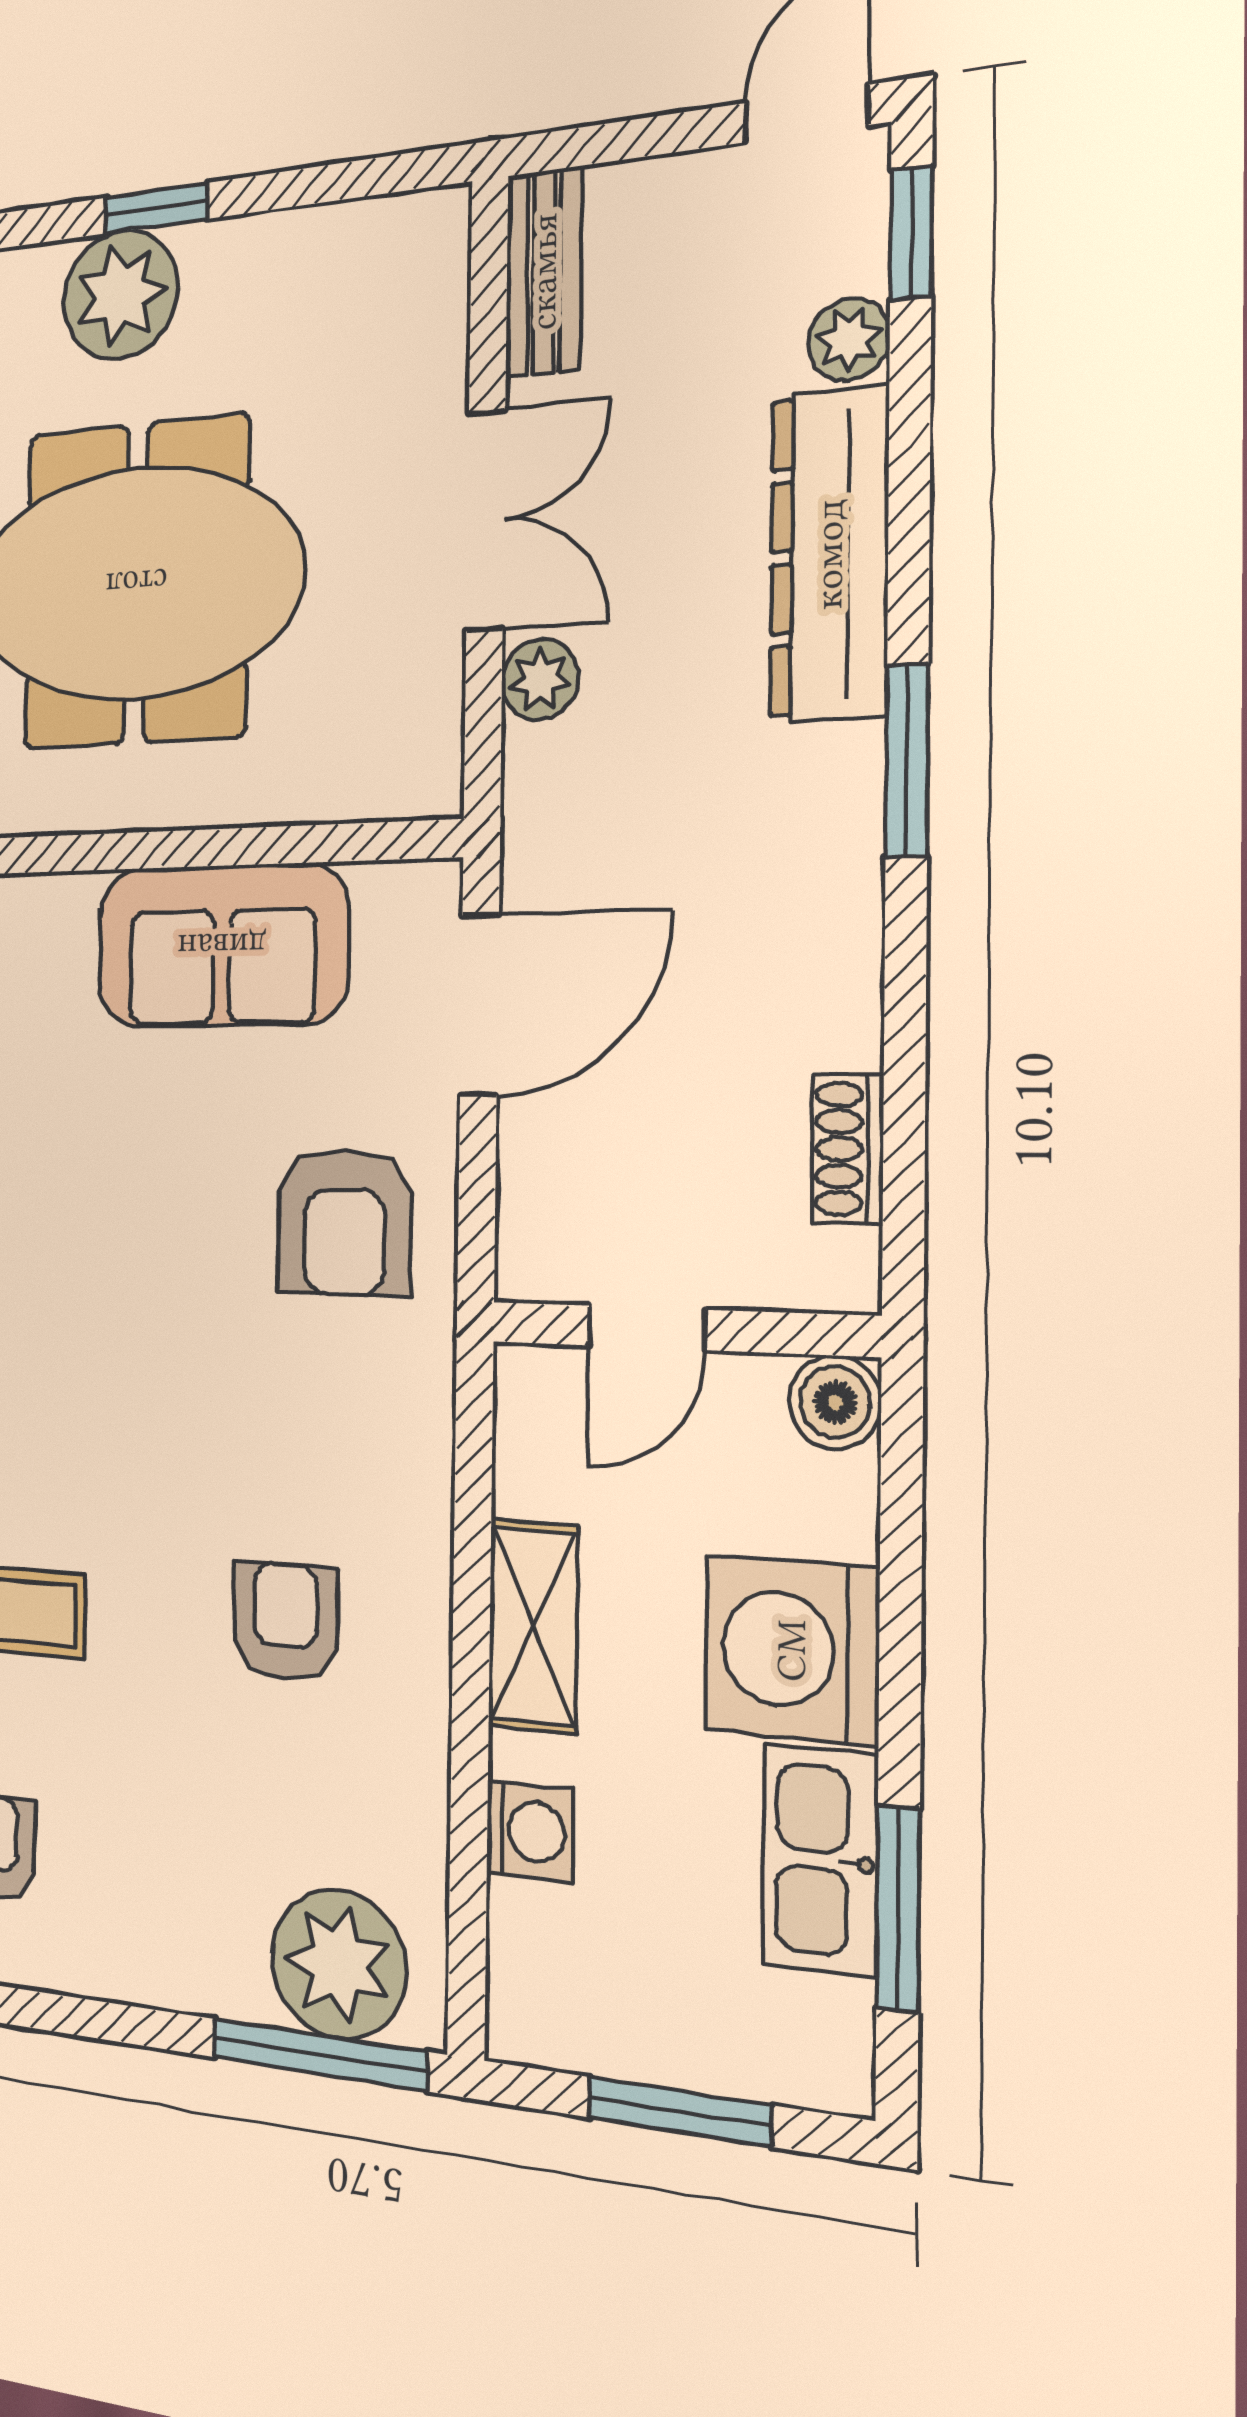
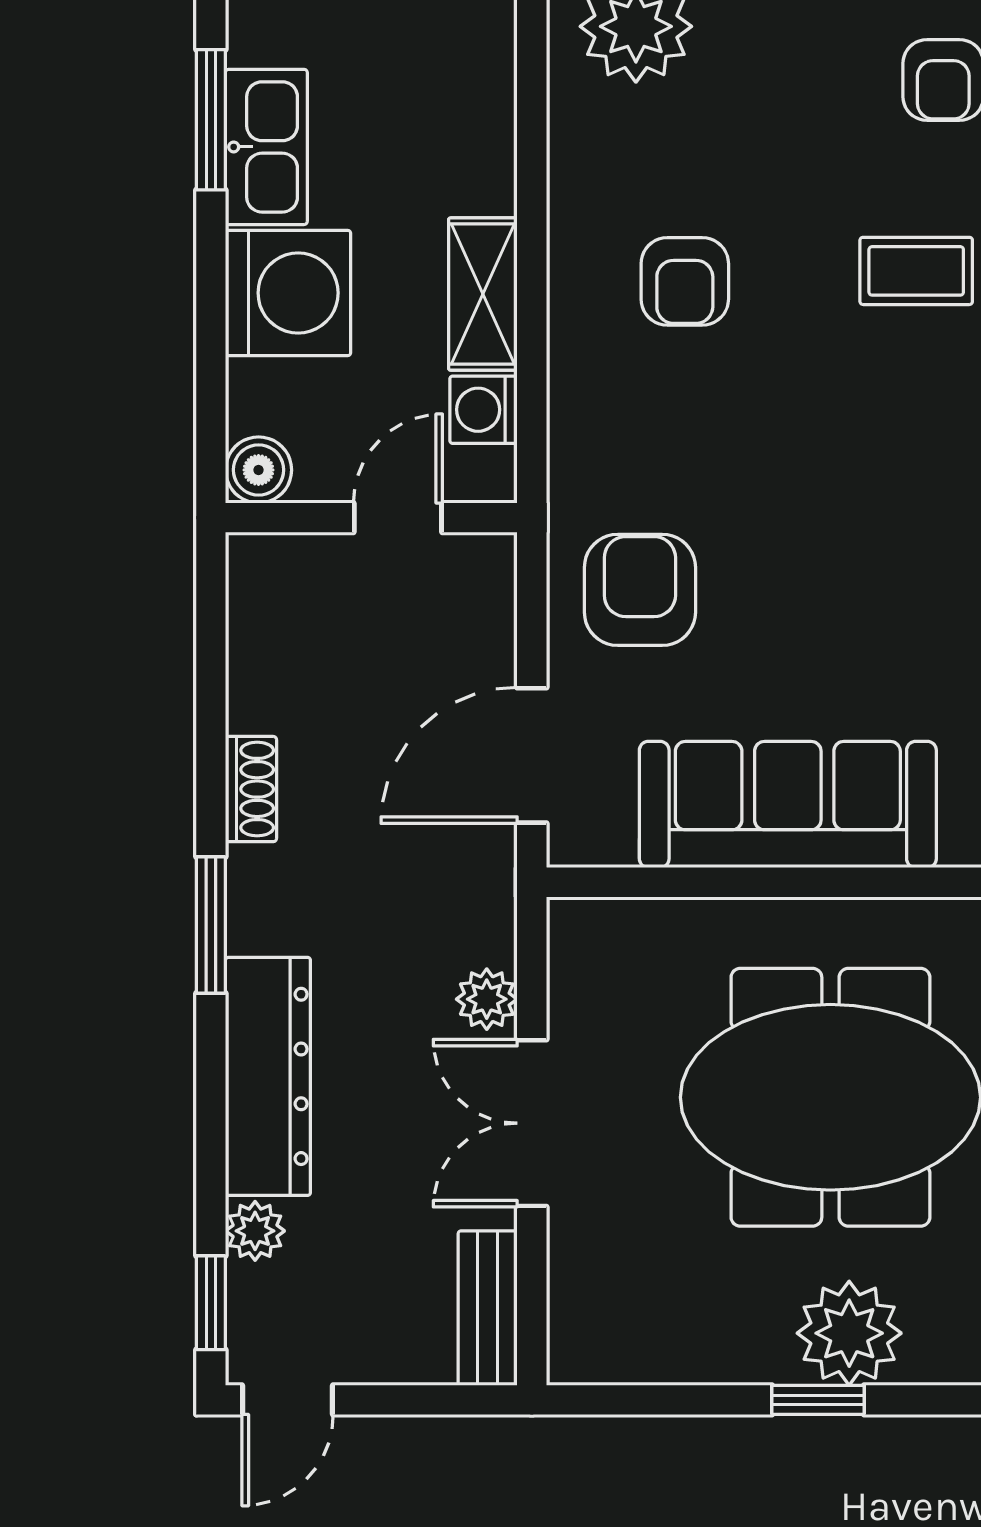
sofa: (222, 946) -> (788, 805), width x1.36
shoe rack: (848, 1149) -> (251, 789), moved
washing machine: (530, 1831) -> (483, 410), moved

